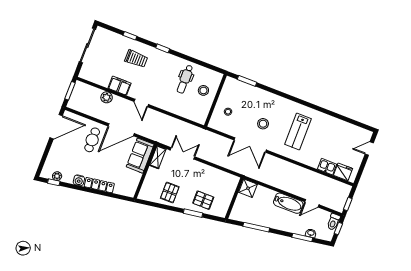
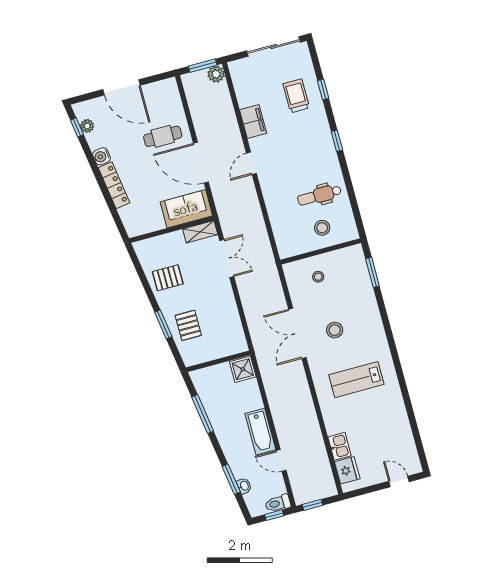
trolley: (136, 59) -> (296, 96), moved, turned 180
plant: (107, 97) -> (216, 74), moved
door: (56, 127) -> (122, 87), moved

